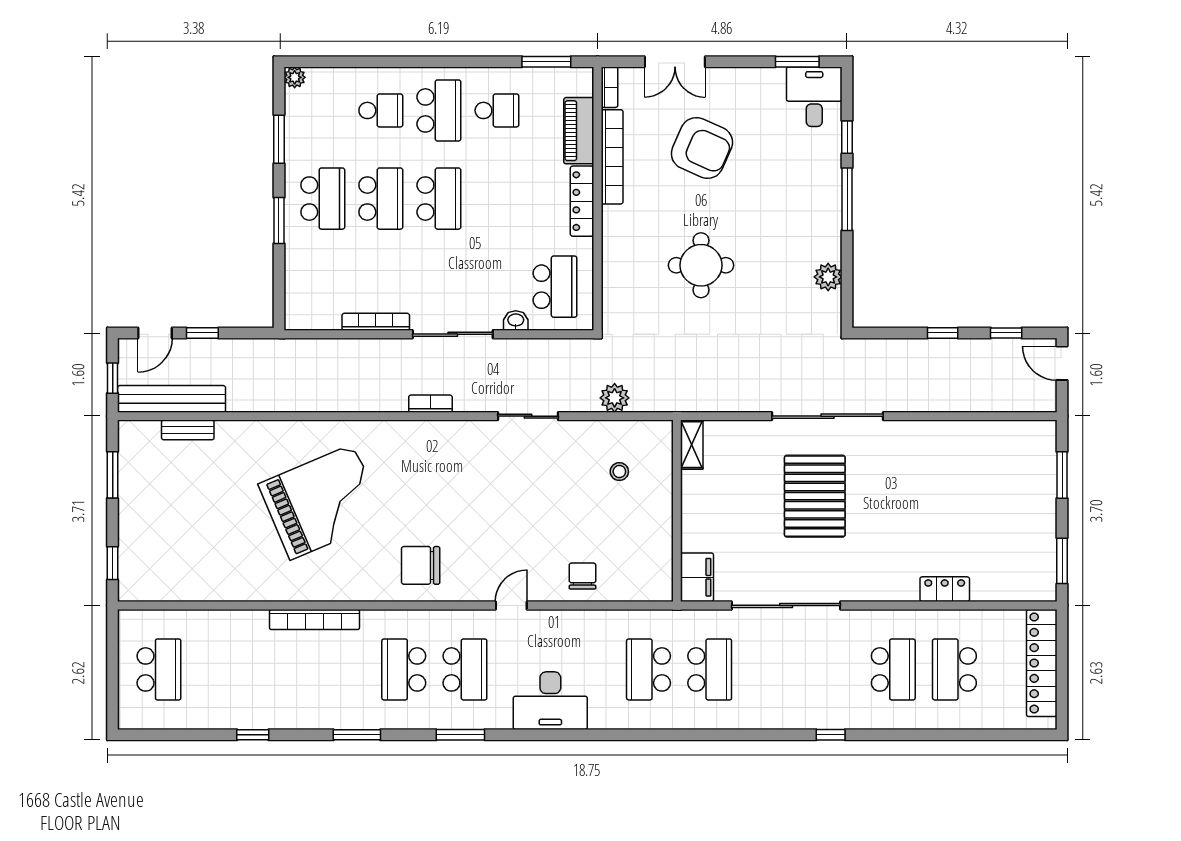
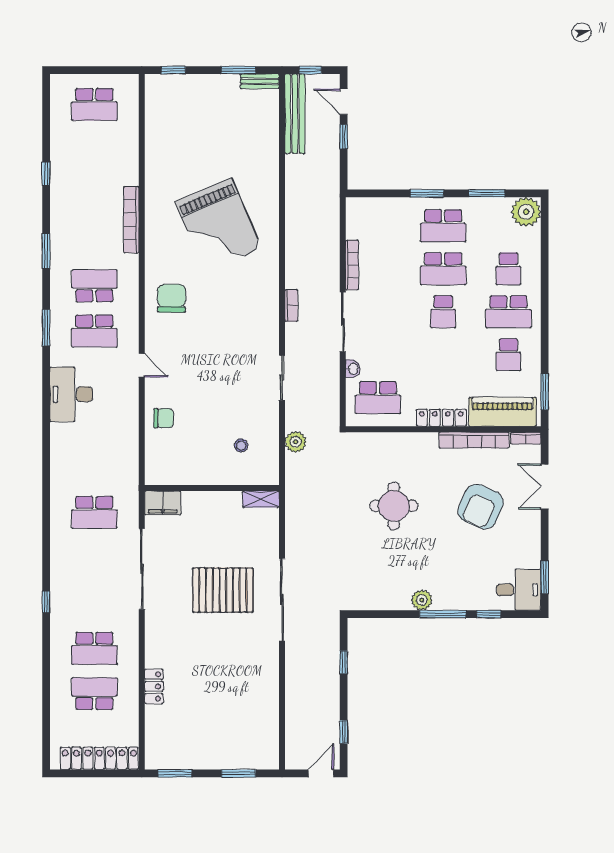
plant: (295, 77) -> (526, 212), width x1.88, depth x1.88
piano: (579, 131) -> (502, 412), width x1.37, depth x1.33
school desk: (439, 199) -> (443, 312), width x0.54
plant: (828, 277) -> (422, 600), moved
window: (943, 333) -> (344, 662), moved
bench: (188, 430) -> (260, 81), moved, turned 90
school desk: (649, 669) -> (94, 467), removed

